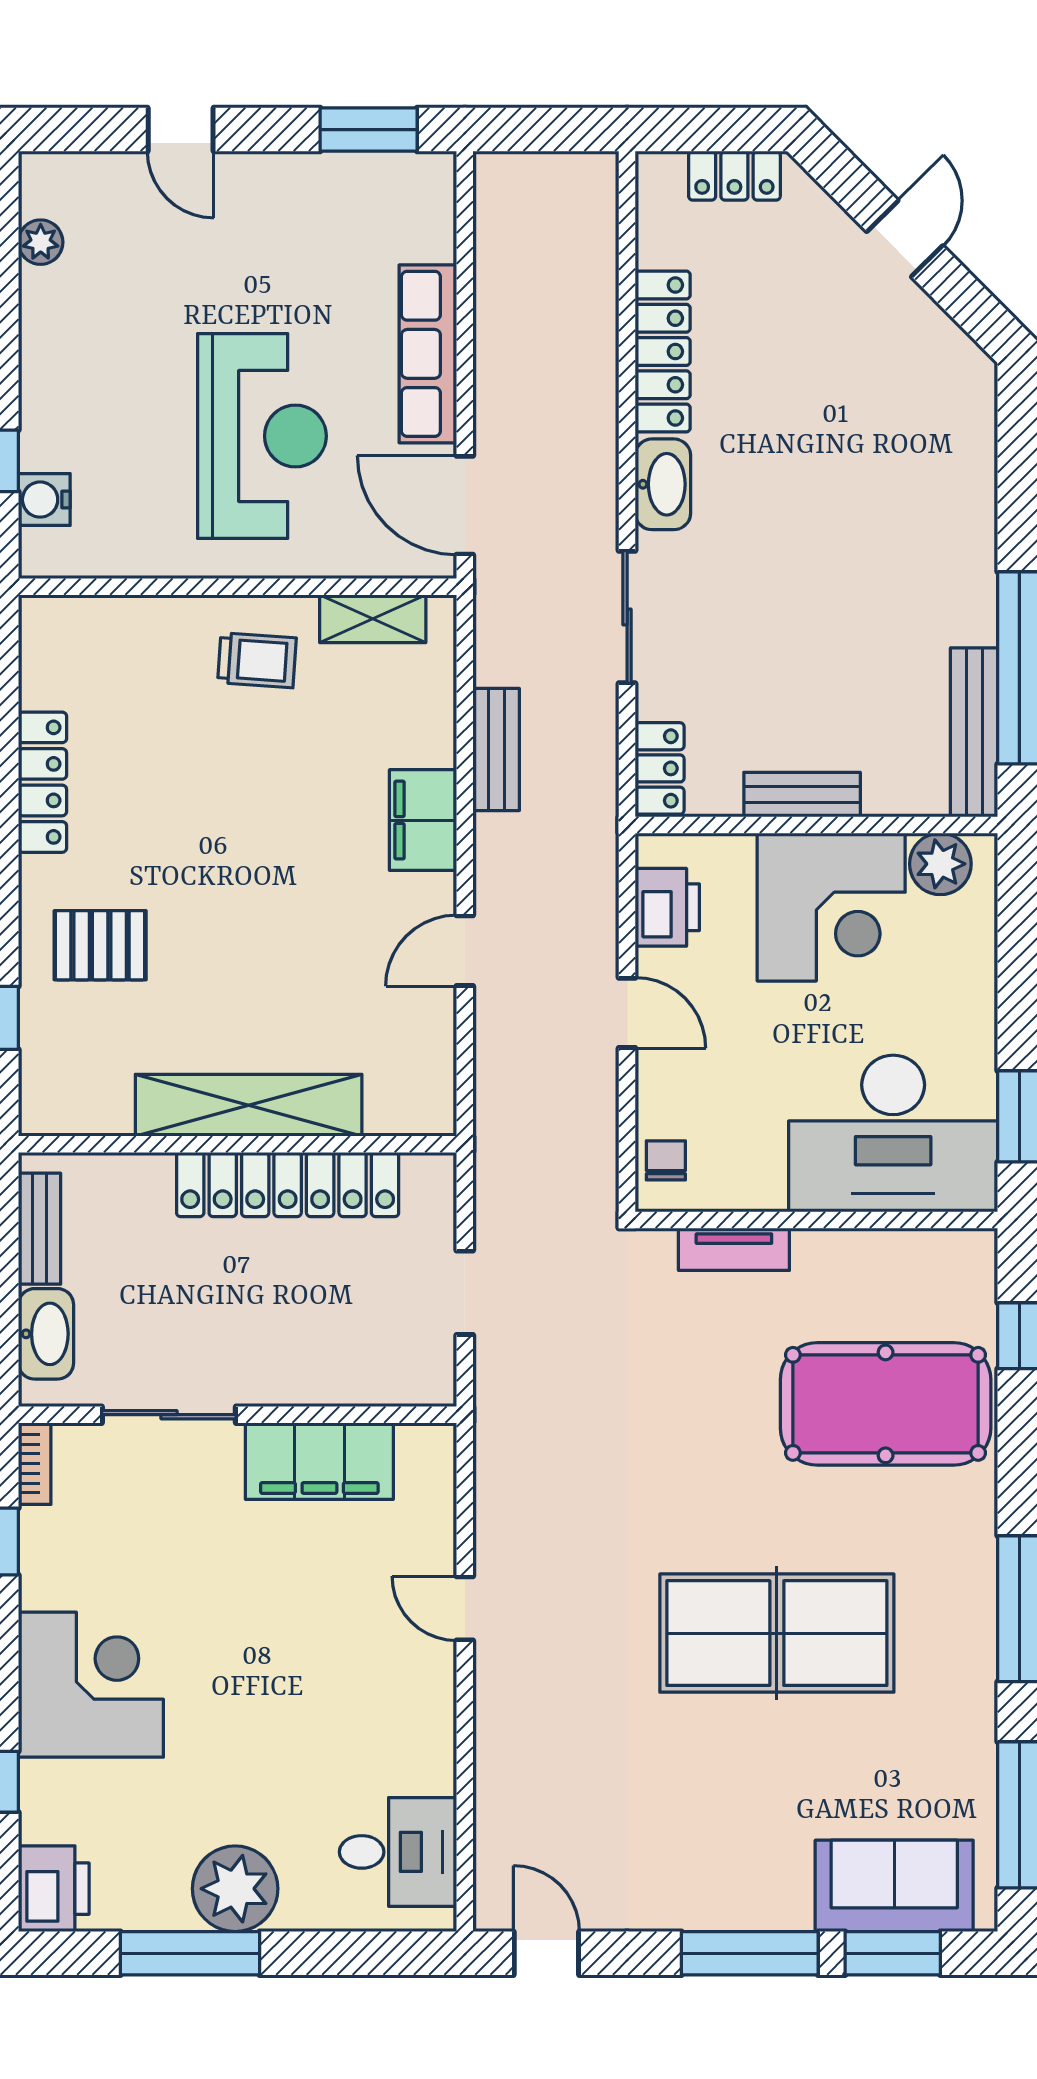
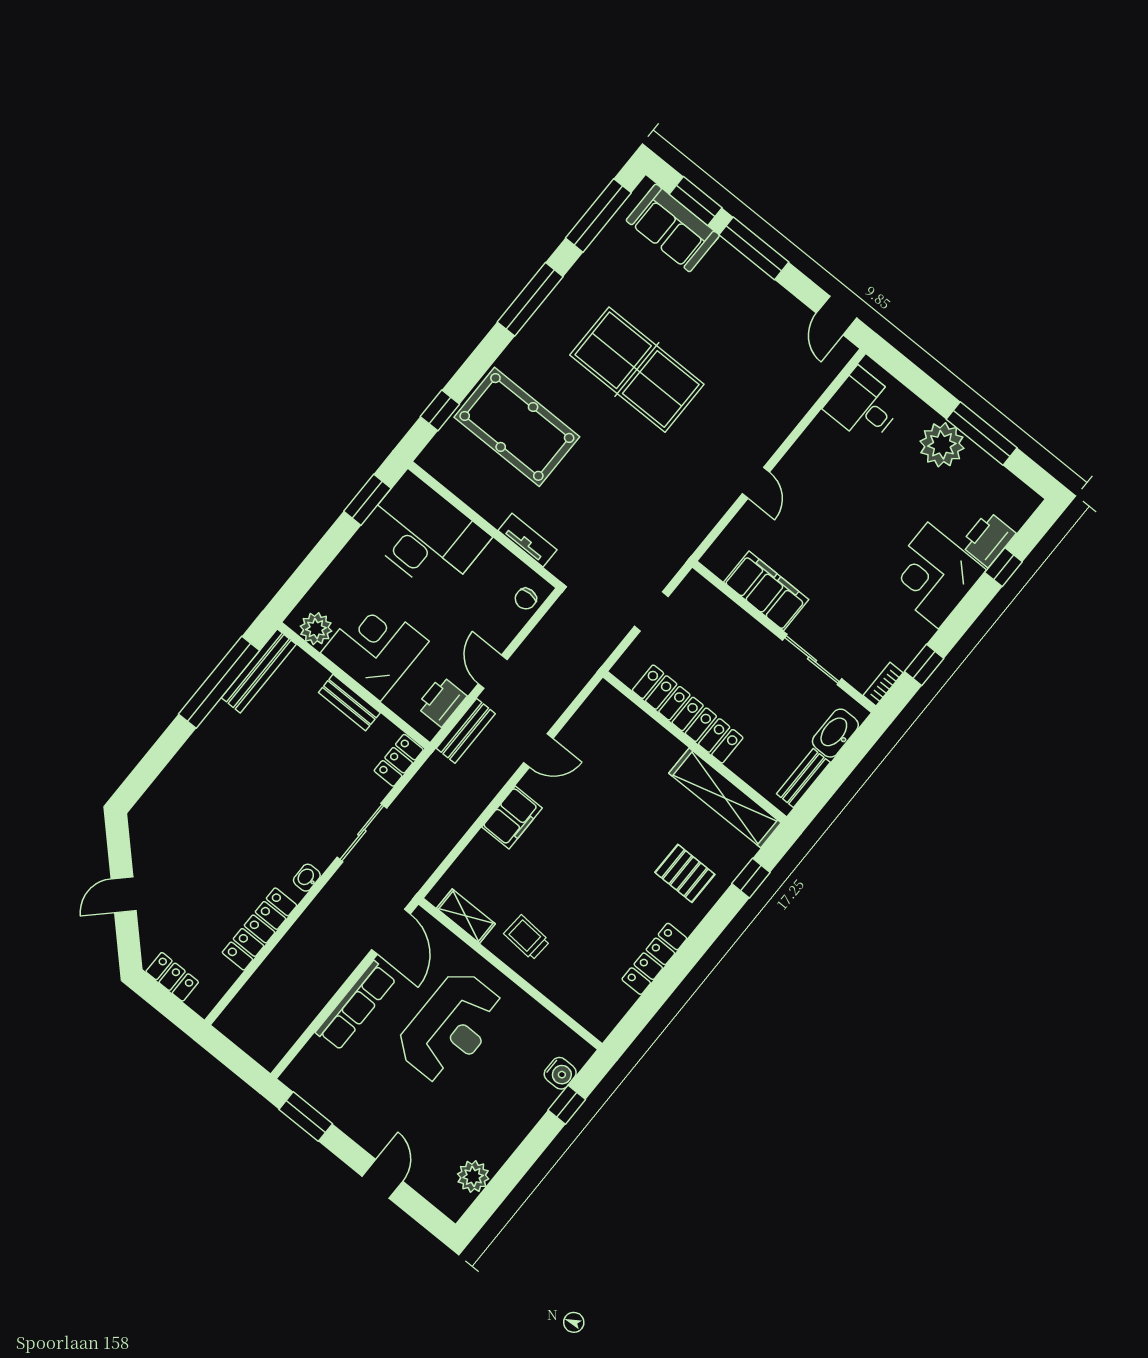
plant: (41, 242) -> (473, 1176), width x1.38, depth x1.38
reception desk: (262, 436) -> (451, 1027), turned 180
washbasin: (663, 484) -> (307, 878), width x0.52, depth x0.69
bench: (496, 750) -> (466, 731), moved
shelving: (249, 1105) -> (725, 798), moved
printer: (54, 1889) -> (988, 539), moved

